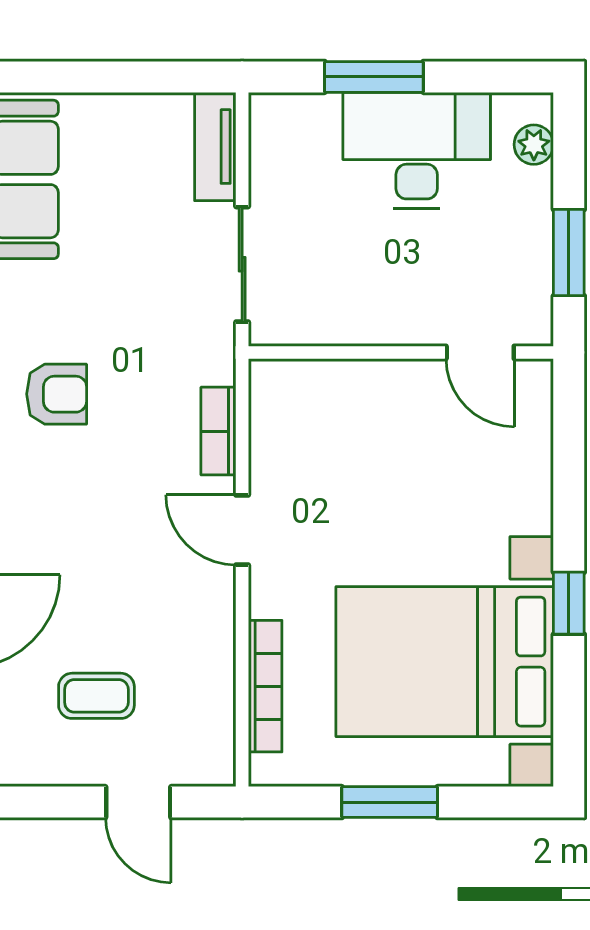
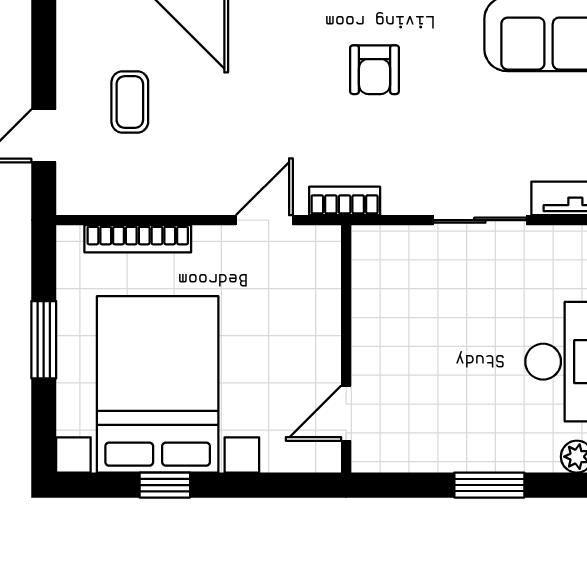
wall: (401, 352) -> (346, 349), moved
door: (480, 352) -> (346, 413), moved
window: (569, 603) -> (165, 485), moved

